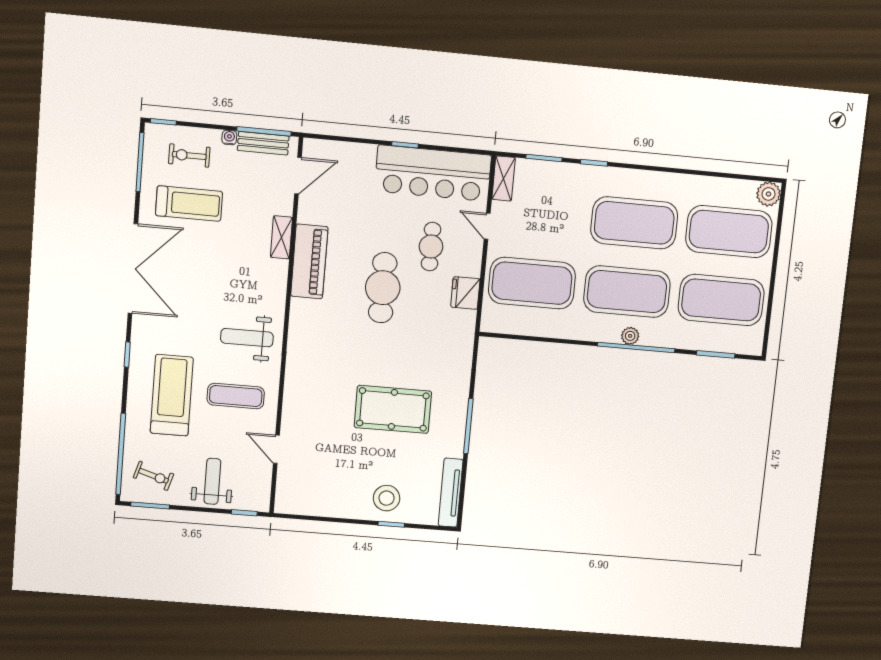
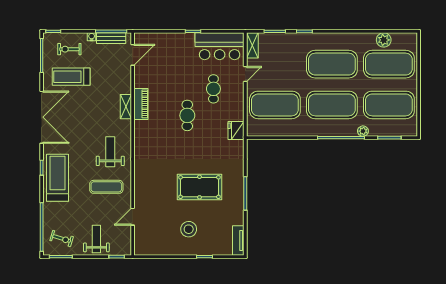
bar counter: (433, 173) -> (220, 46), width x0.73
plant: (769, 194) -> (384, 40), moved
treadmill: (189, 204) -> (71, 77), turned 180
door: (487, 226) -> (245, 74), swing flipped
shelving: (281, 237) -> (126, 107), moved
piano: (309, 261) -> (141, 104), width x0.73, depth x0.75
cafe table: (383, 288) -> (187, 115), width x0.73, depth x0.74
fridge: (465, 293) -> (236, 131), moved
plant: (630, 336) -> (363, 131), moved
weight bench: (247, 338) -> (110, 152), turned 90
treadmill: (172, 395) -> (57, 178), moved
door: (276, 449) -> (133, 217), hinge flipped
tv unit: (451, 493) -> (238, 241), width x0.71
stool: (387, 498) -> (189, 229), moved

